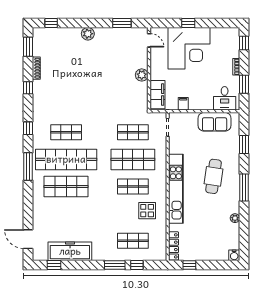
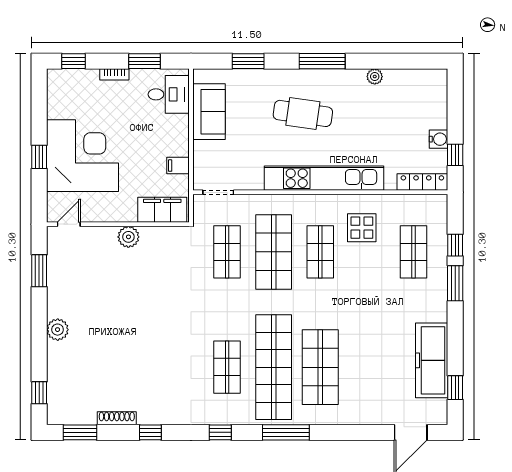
water cooler: (234, 255) -> (439, 139), moved

